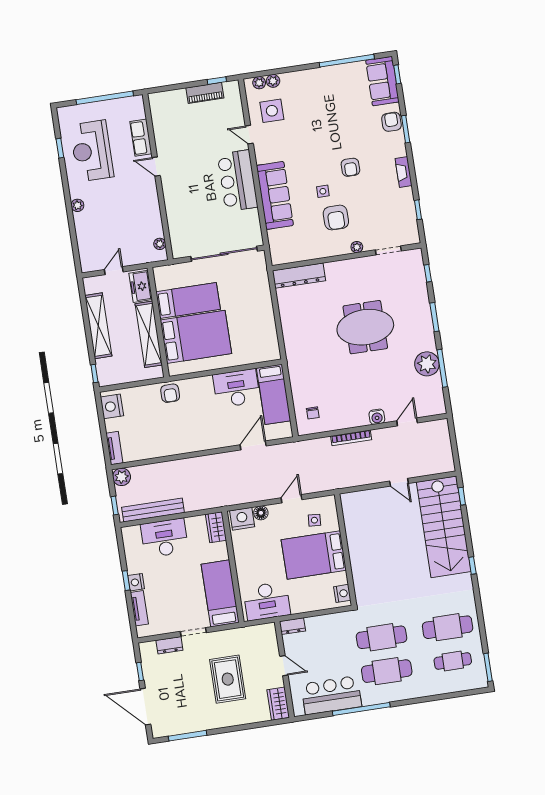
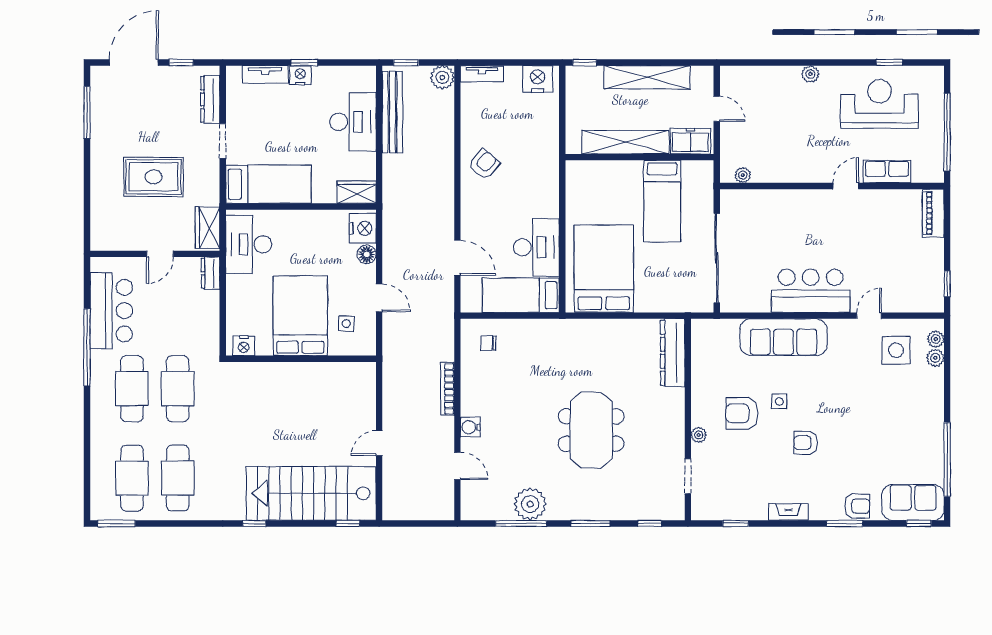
piano: (205, 93) -> (933, 213), moved
bed: (196, 337) -> (604, 269), moved, turned 180
armchair: (170, 393) -> (484, 164), moved, turned 130
dresser: (169, 645) -> (210, 99), width x1.44
cafe table: (453, 661) -> (132, 478), width x1.37, depth x1.35
wardrobe: (278, 704) -> (208, 228), moved, turned -90

